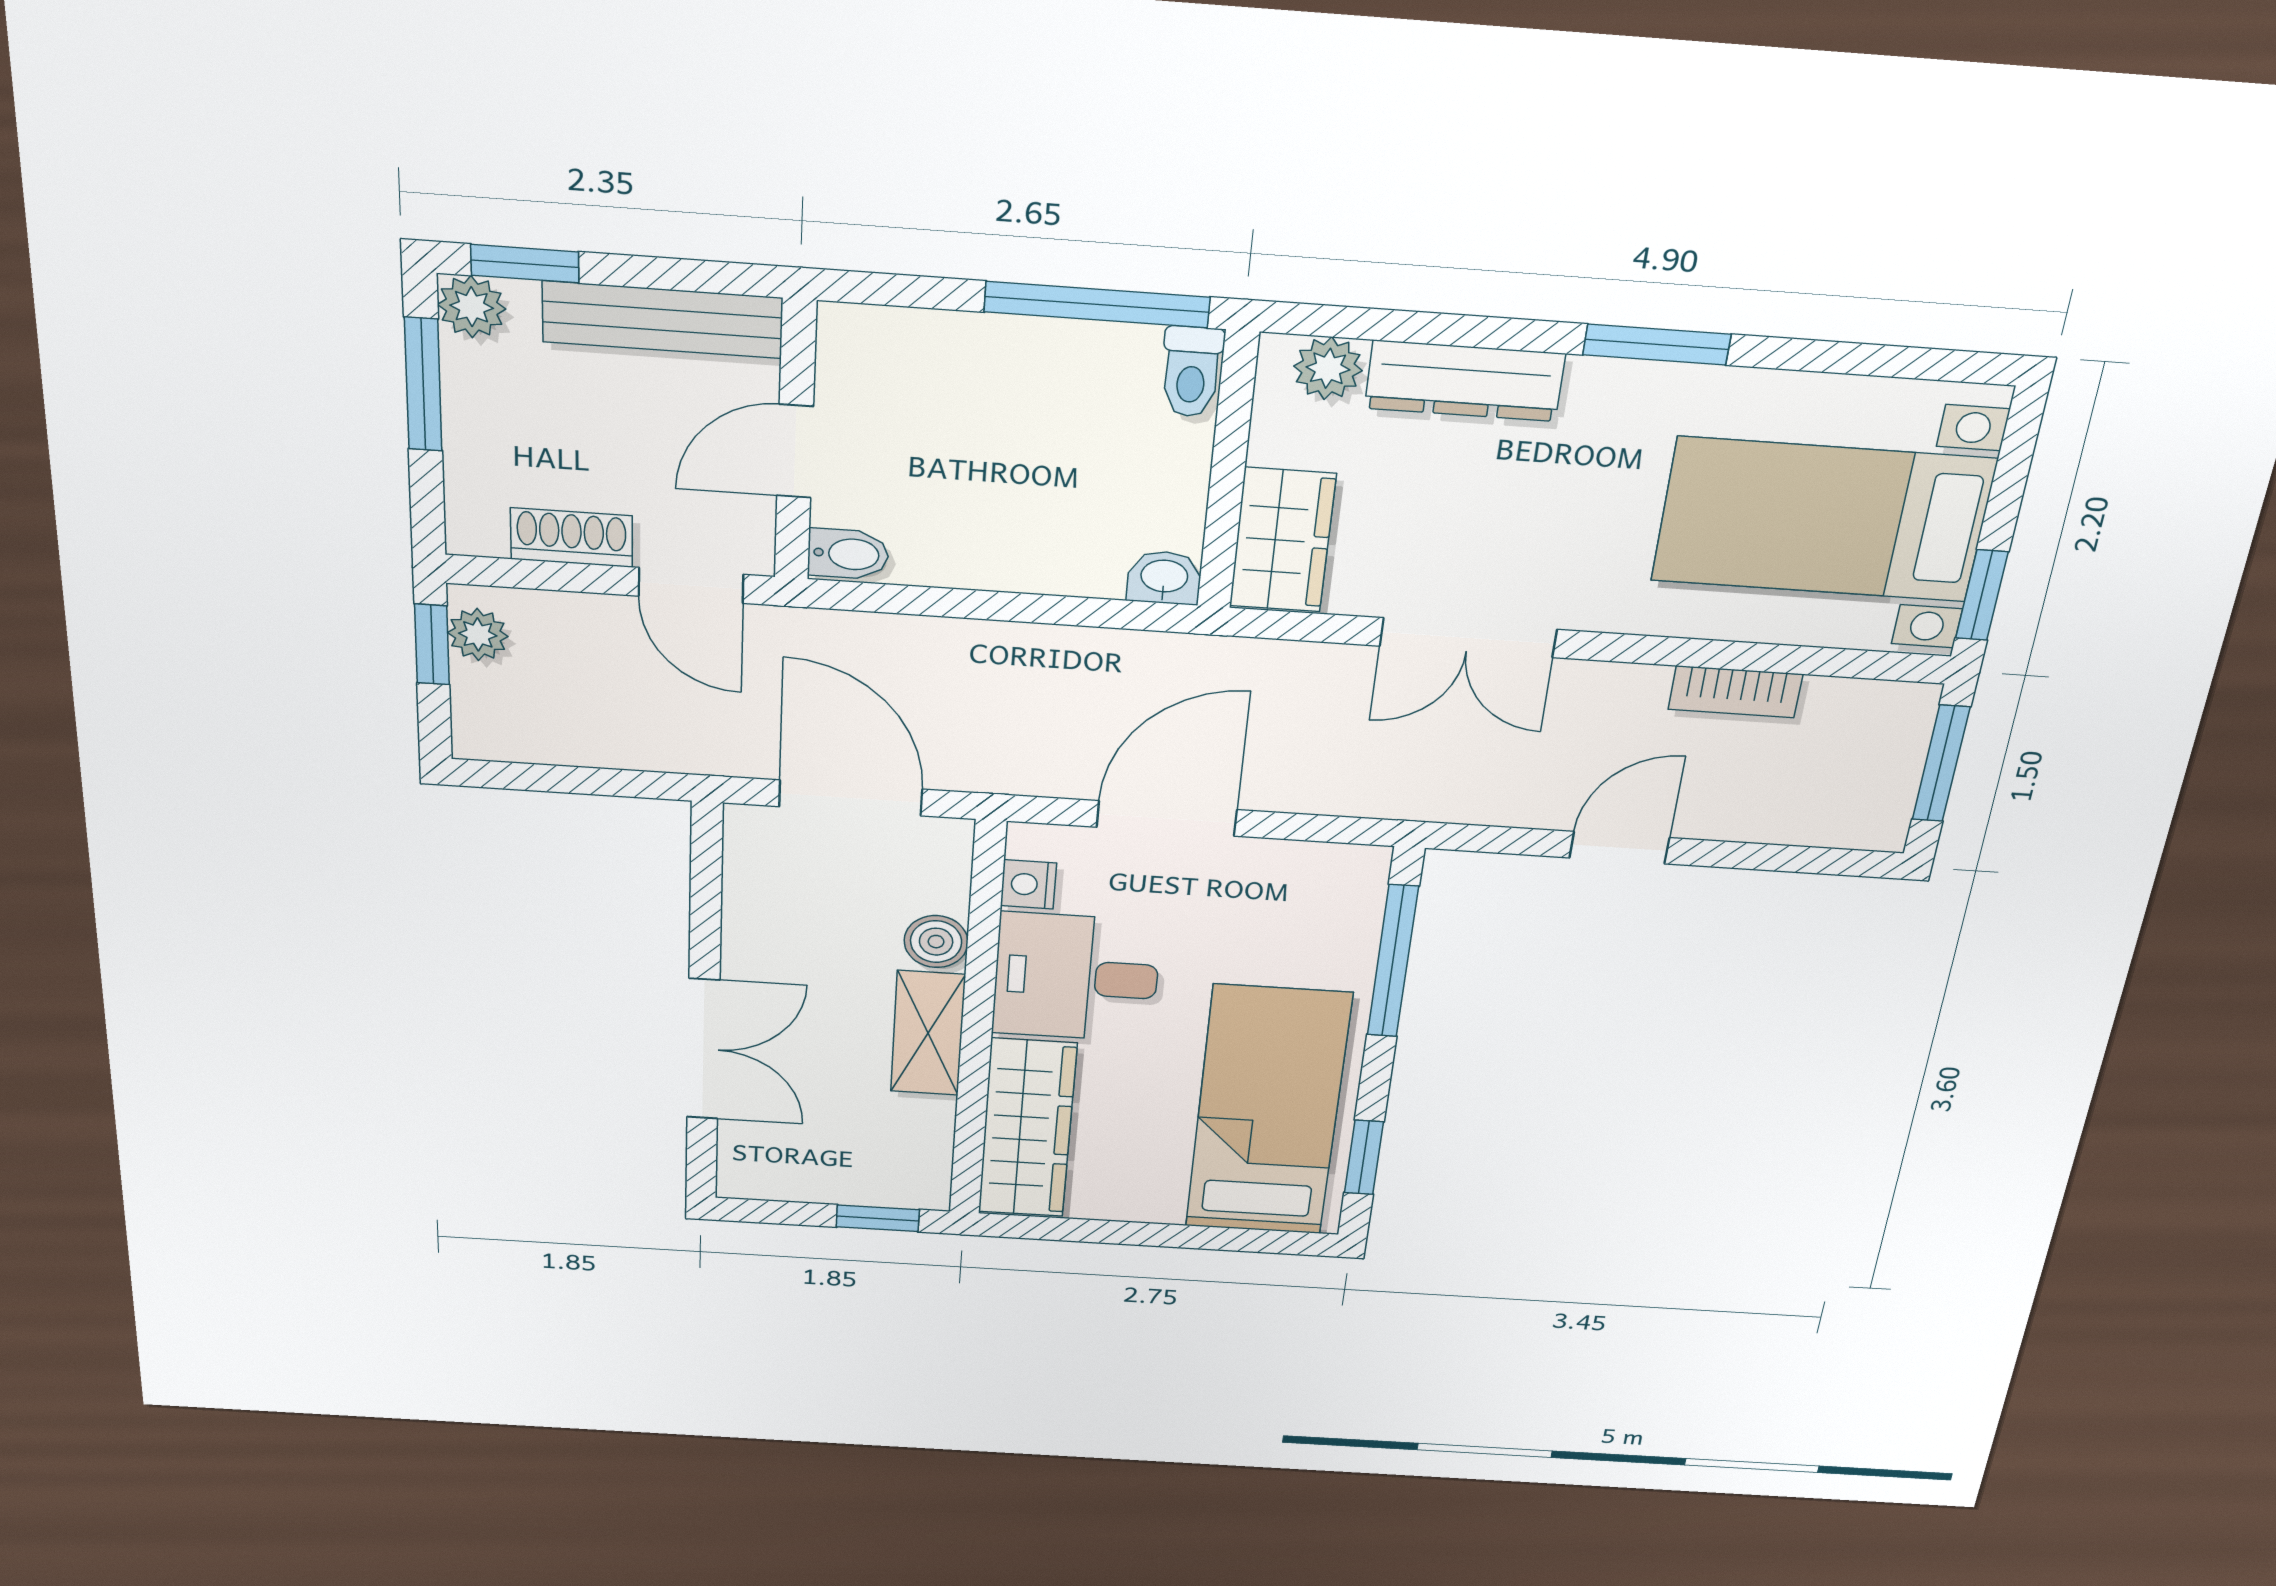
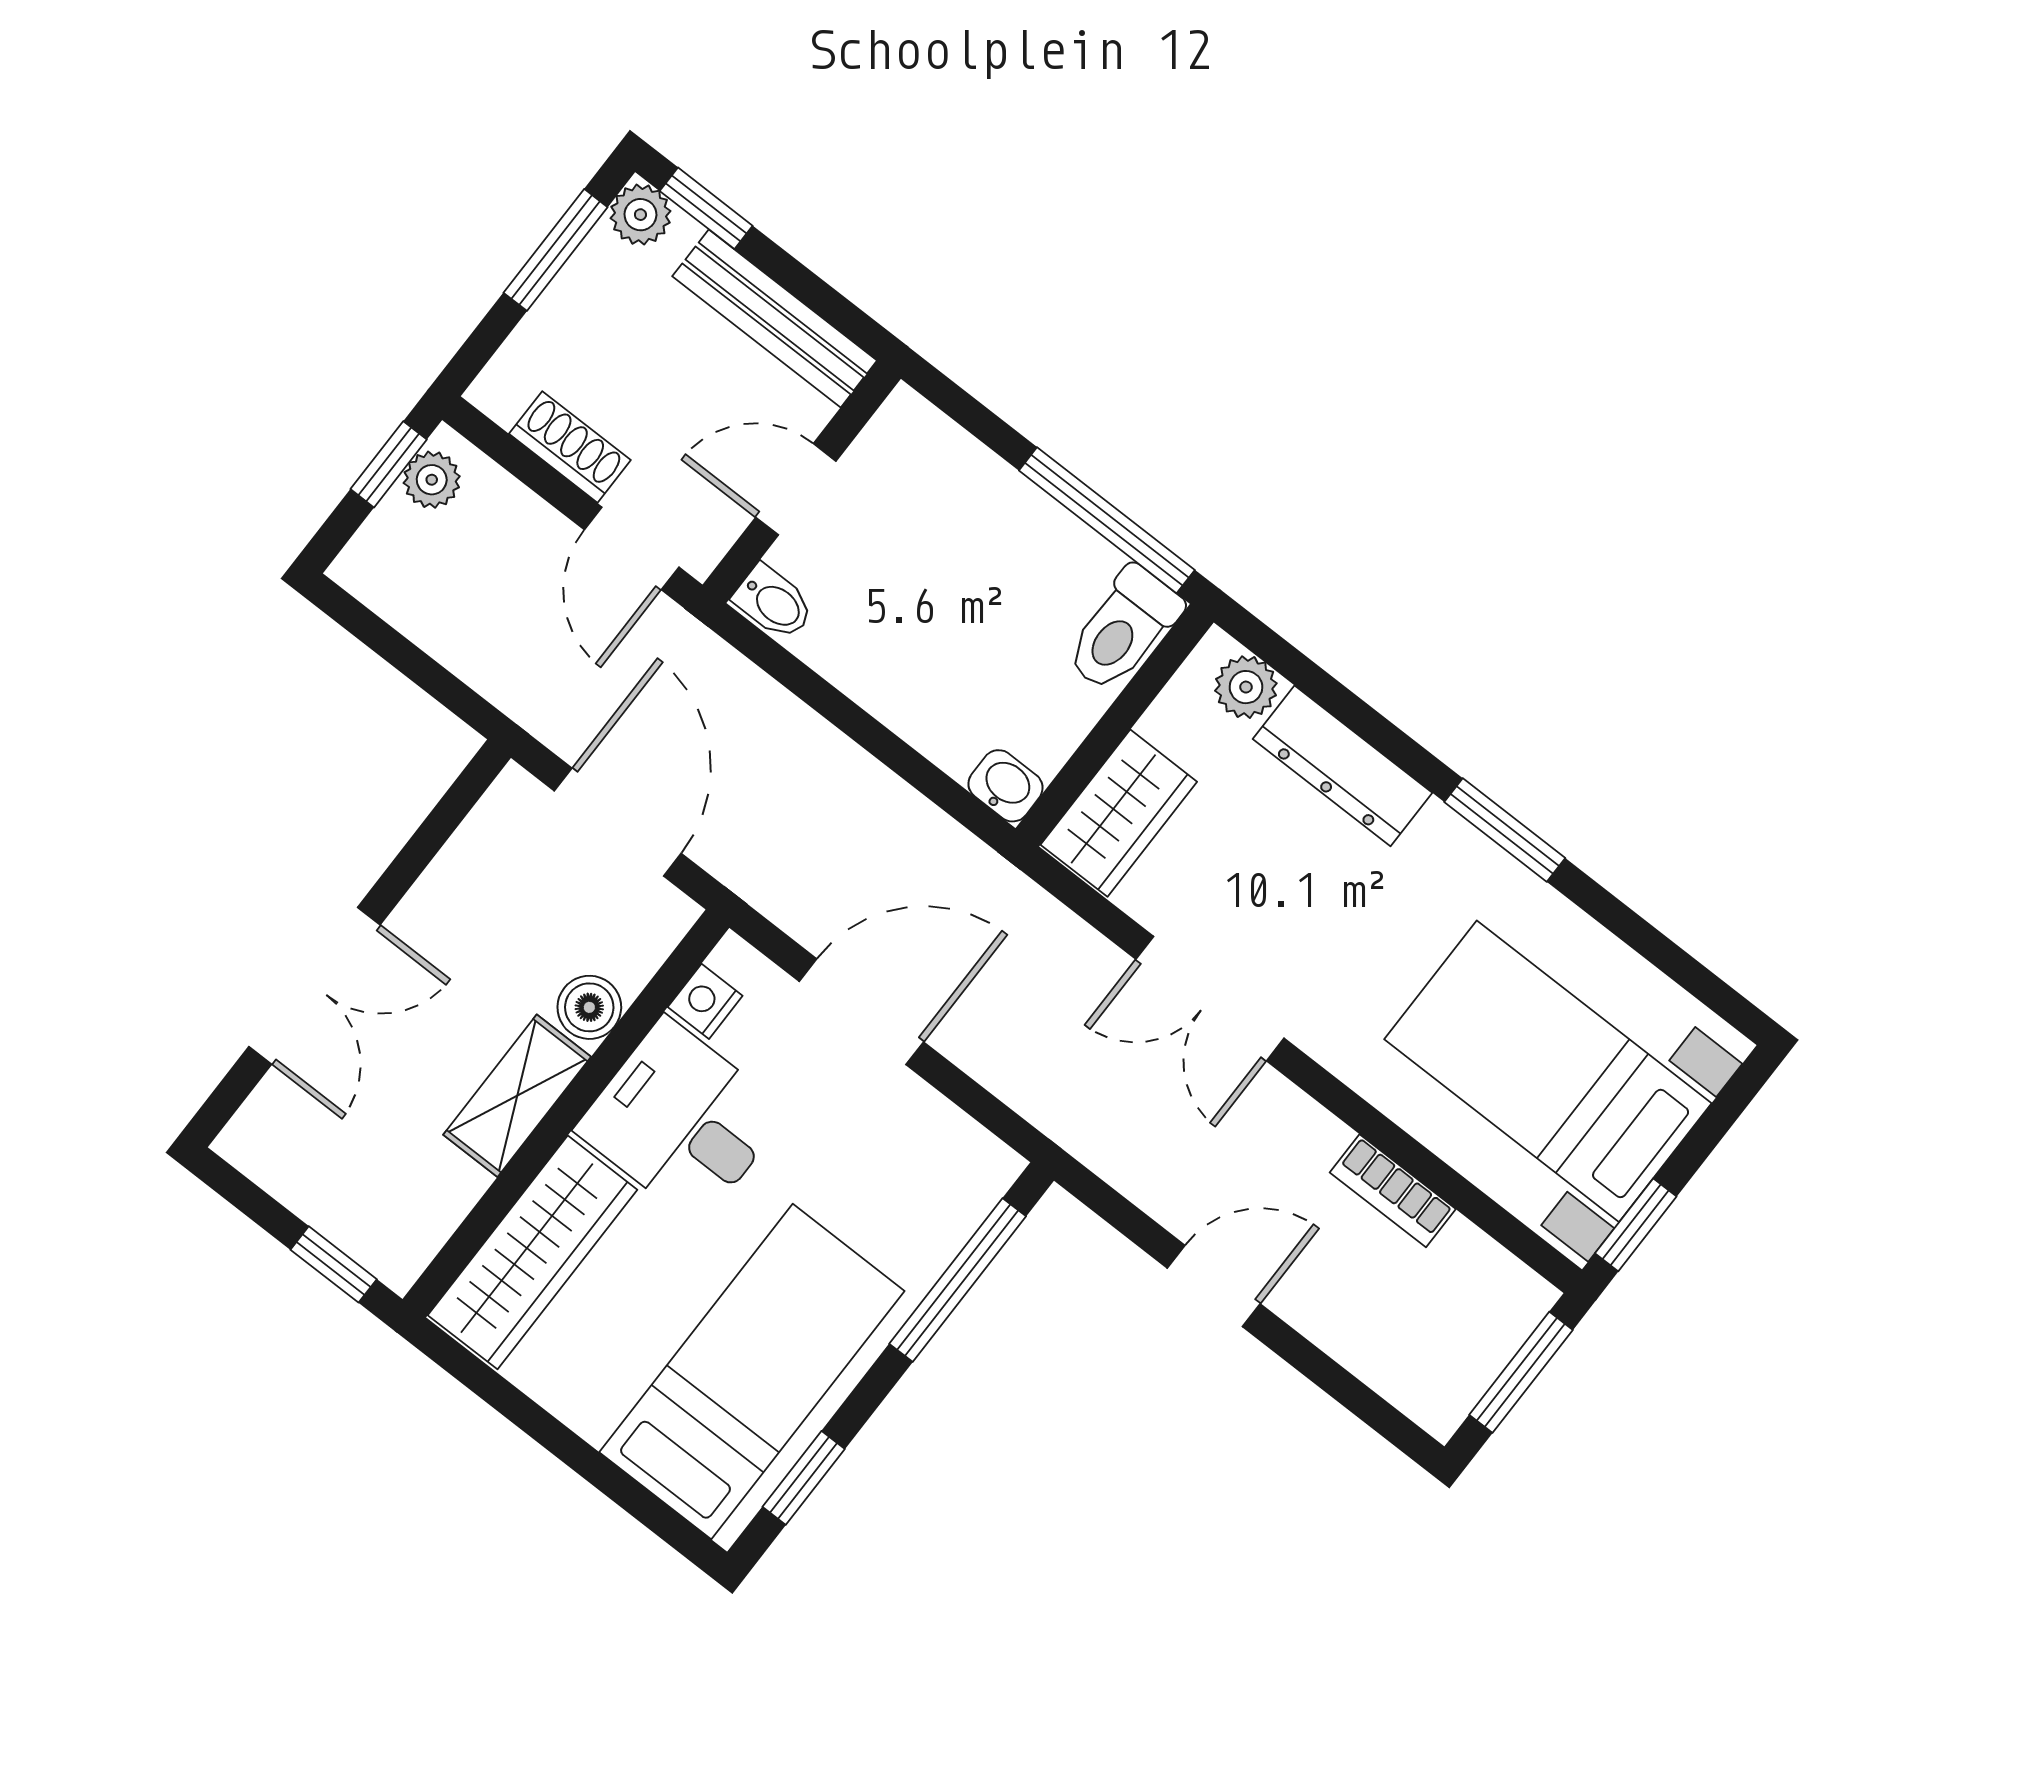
toilet: (1192, 372) -> (1123, 629), width x1.37, depth x1.39

